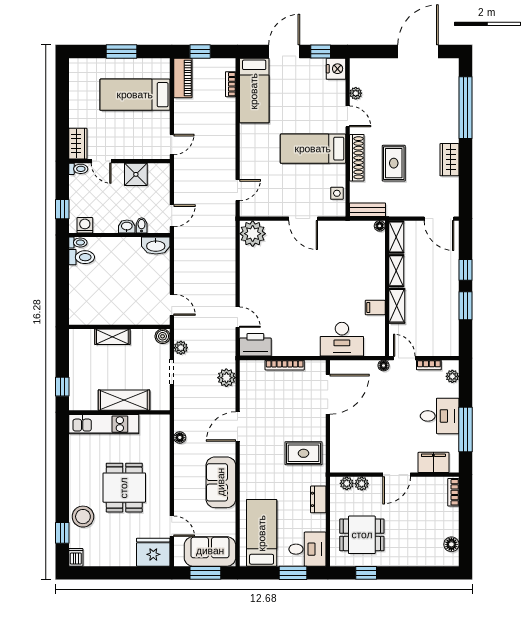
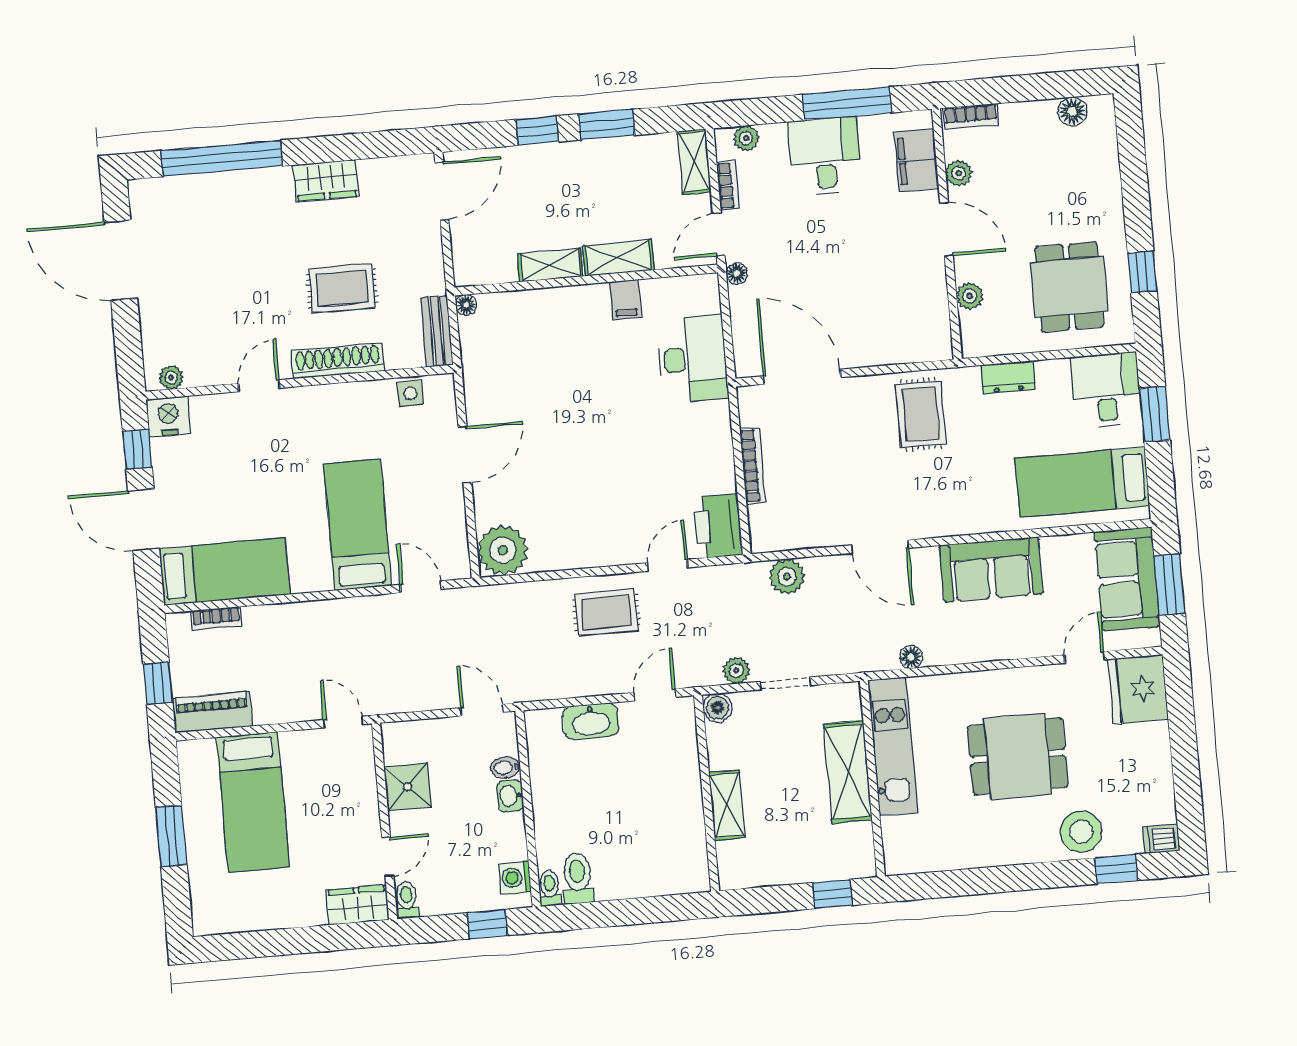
plant: (356, 93) -> (171, 377), moved
bed: (313, 149) -> (358, 525), moved, turned 180
shelving: (396, 237) -> (694, 162), moved, turned 90
washbasin: (156, 246) -> (591, 721), moved, turned 90
rug: (216, 284) -> (606, 612), added
kitchen unit: (104, 424) -> (893, 746), moved
plant: (347, 483) -> (959, 173), moved

